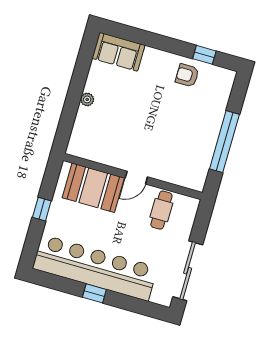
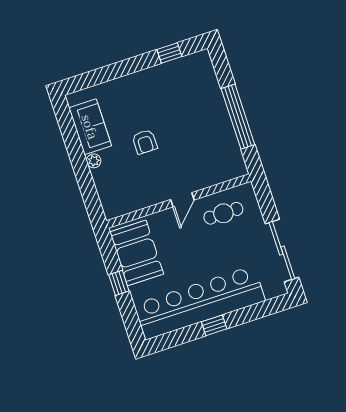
sofa: (118, 52) -> (90, 127), moved, turned -90
armchair: (187, 75) -> (145, 142), moved, turned -90
booth: (93, 188) -> (137, 253), moved, turned 90
cafe table: (161, 210) -> (223, 213), turned 90

